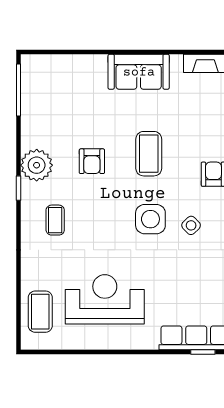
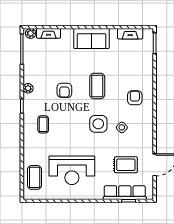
plant: (34, 63) -> (31, 33), added
fireplace: (64, 63) -> (49, 33), added
plant: (37, 165) -> (28, 88), width x0.53, depth x0.53
rug: (198, 290) -> (126, 165), added
reception desk: (105, 299) -> (72, 170), turned 180

